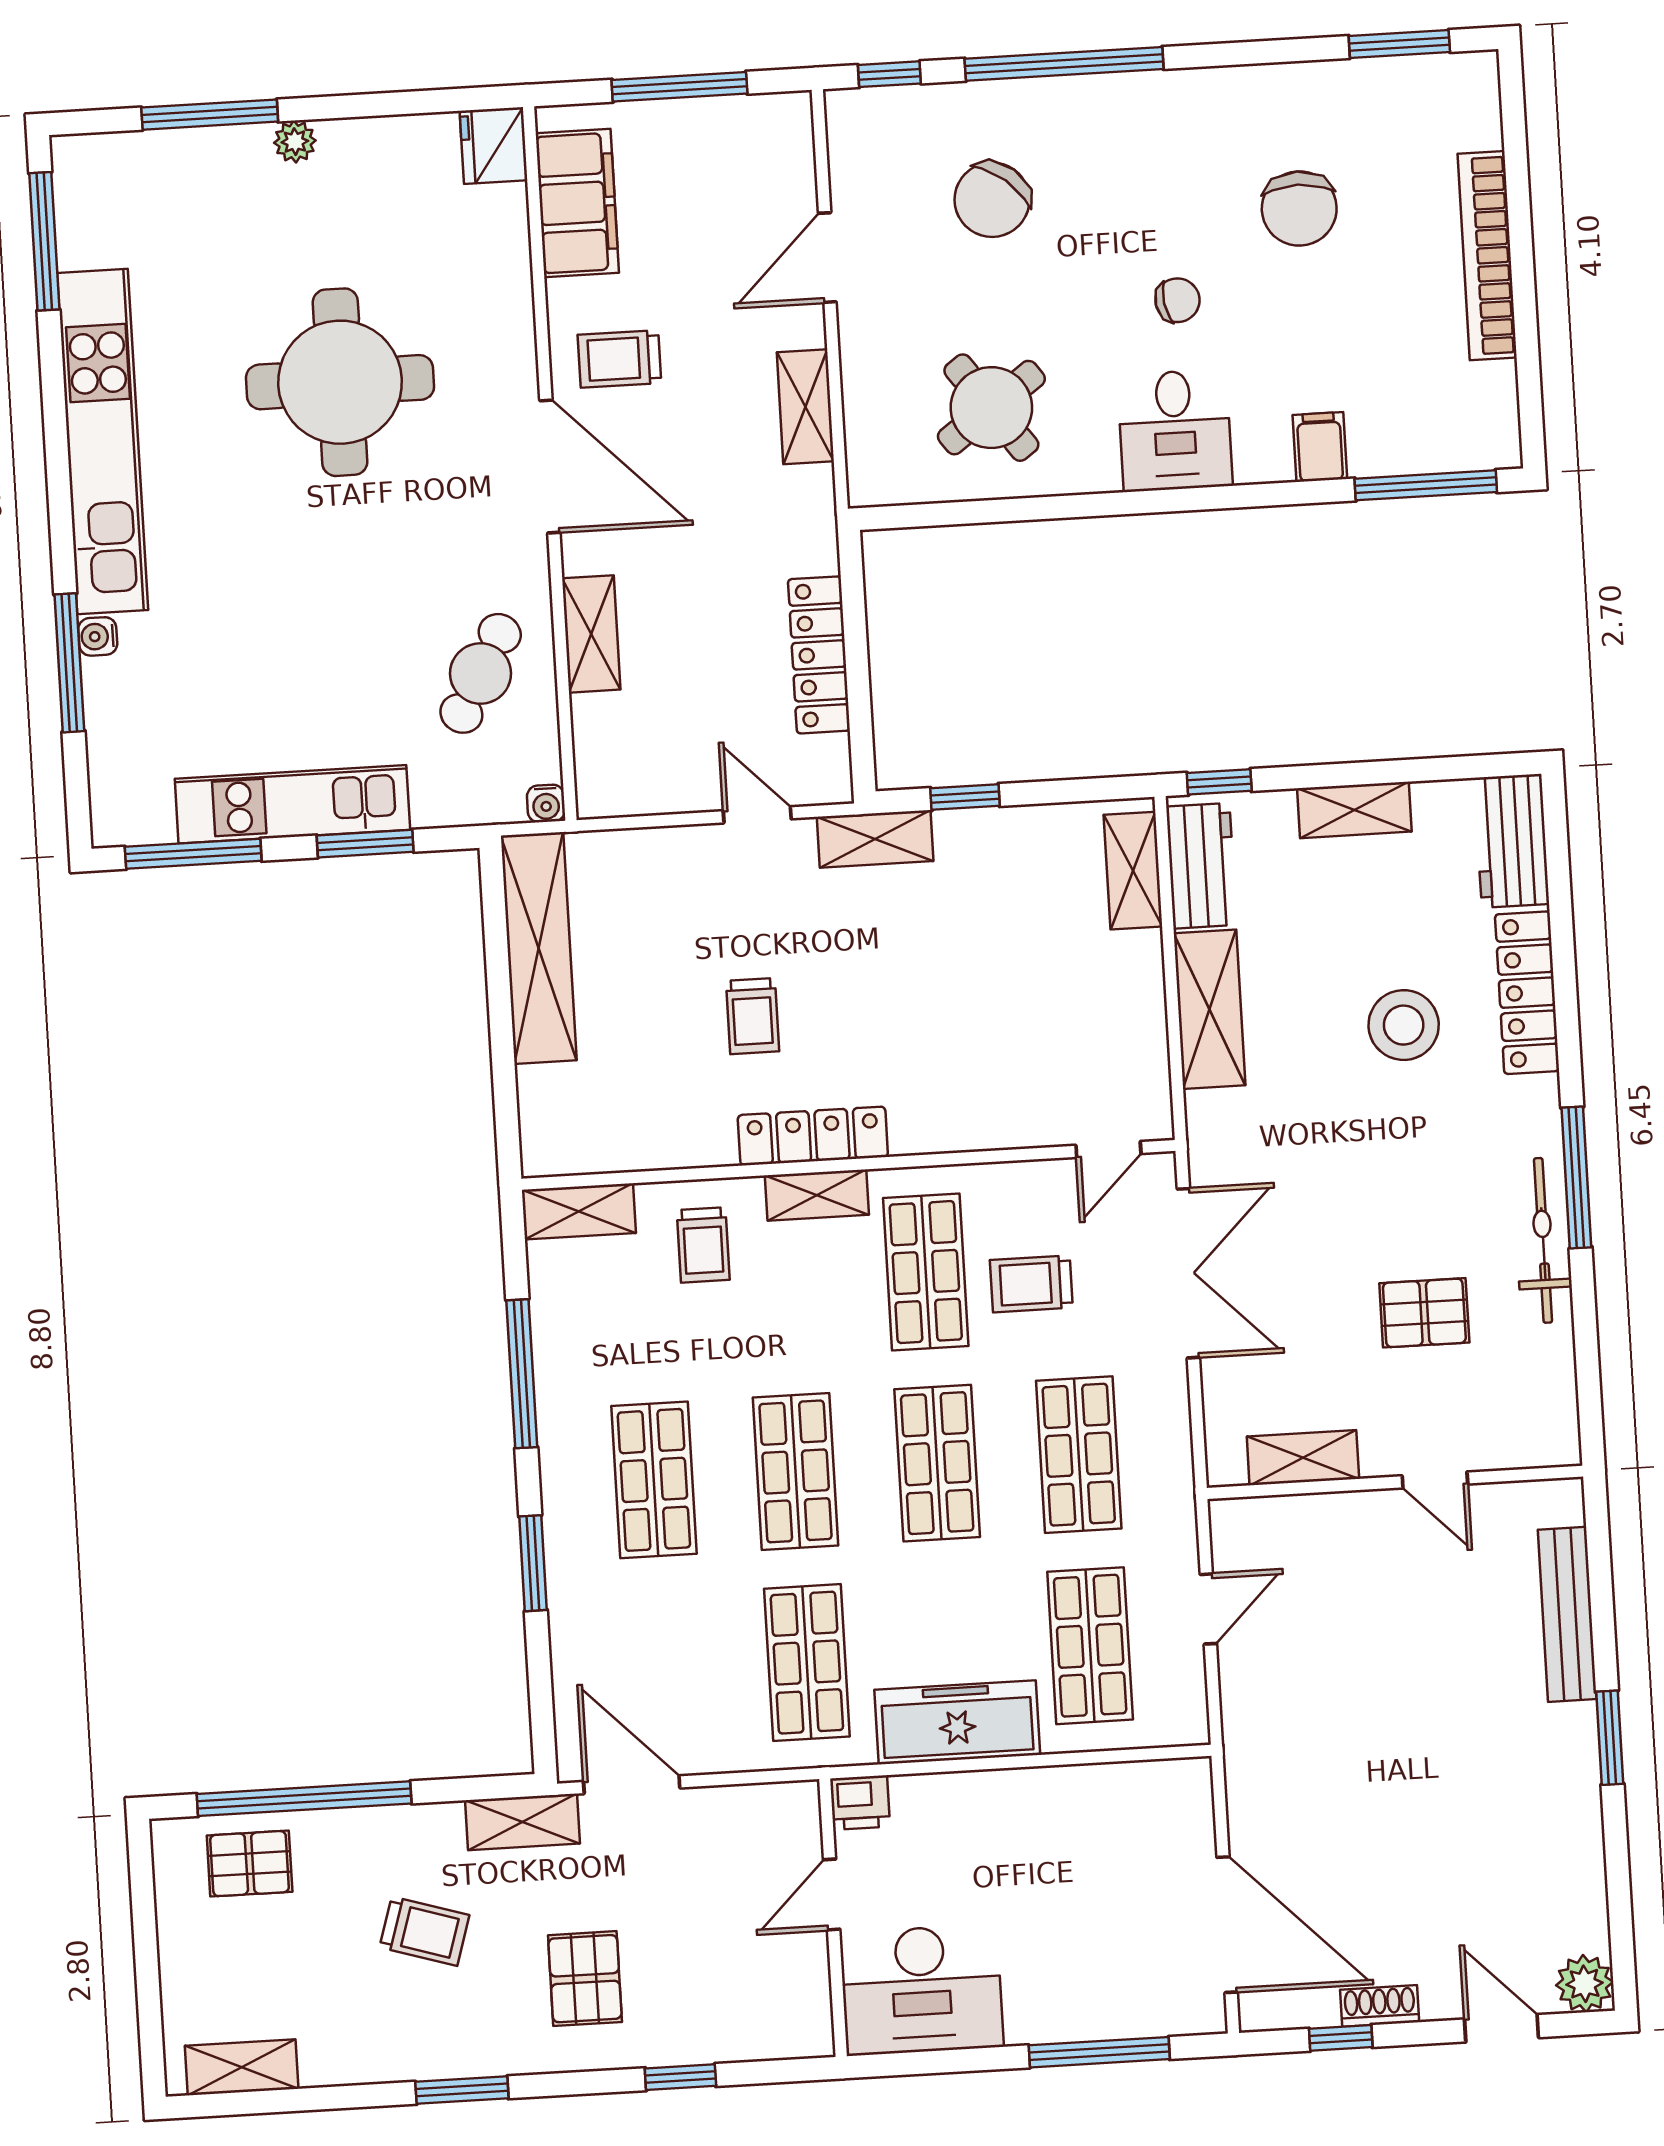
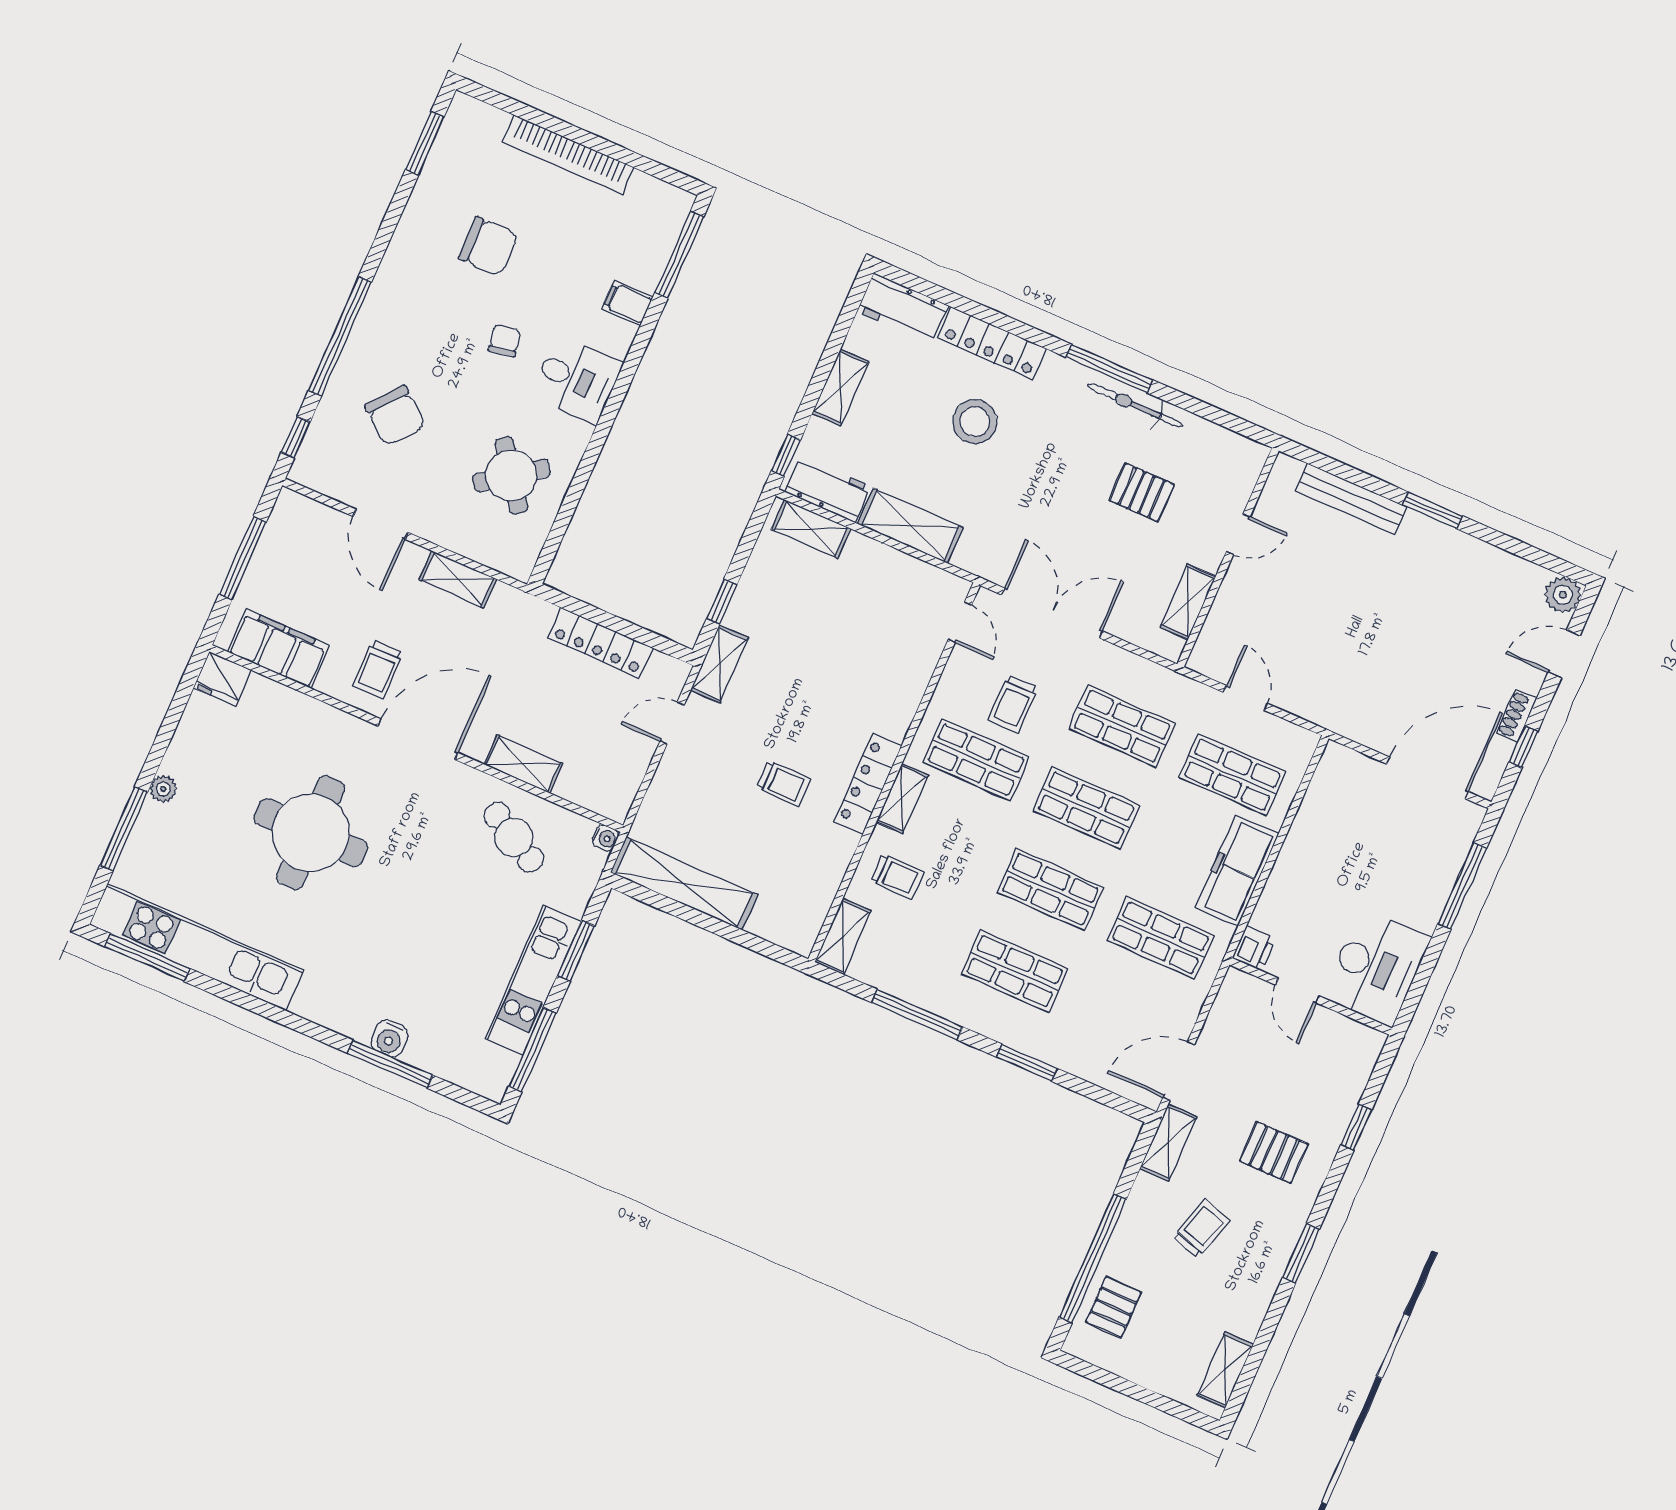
kitchen unit: (103, 441) -> (197, 947), moved
water cooler: (98, 636) -> (390, 1039), width x1.38, depth x1.38
pallet: (1424, 1313) -> (1142, 492), turned 90

